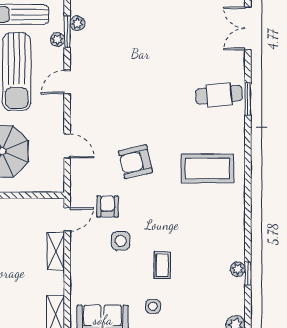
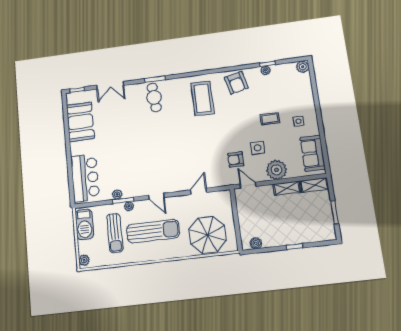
armchair: (136, 162) -> (236, 83), moved
shelving: (56, 251) -> (287, 188), moved
plant: (85, 264) -> (277, 170), added

